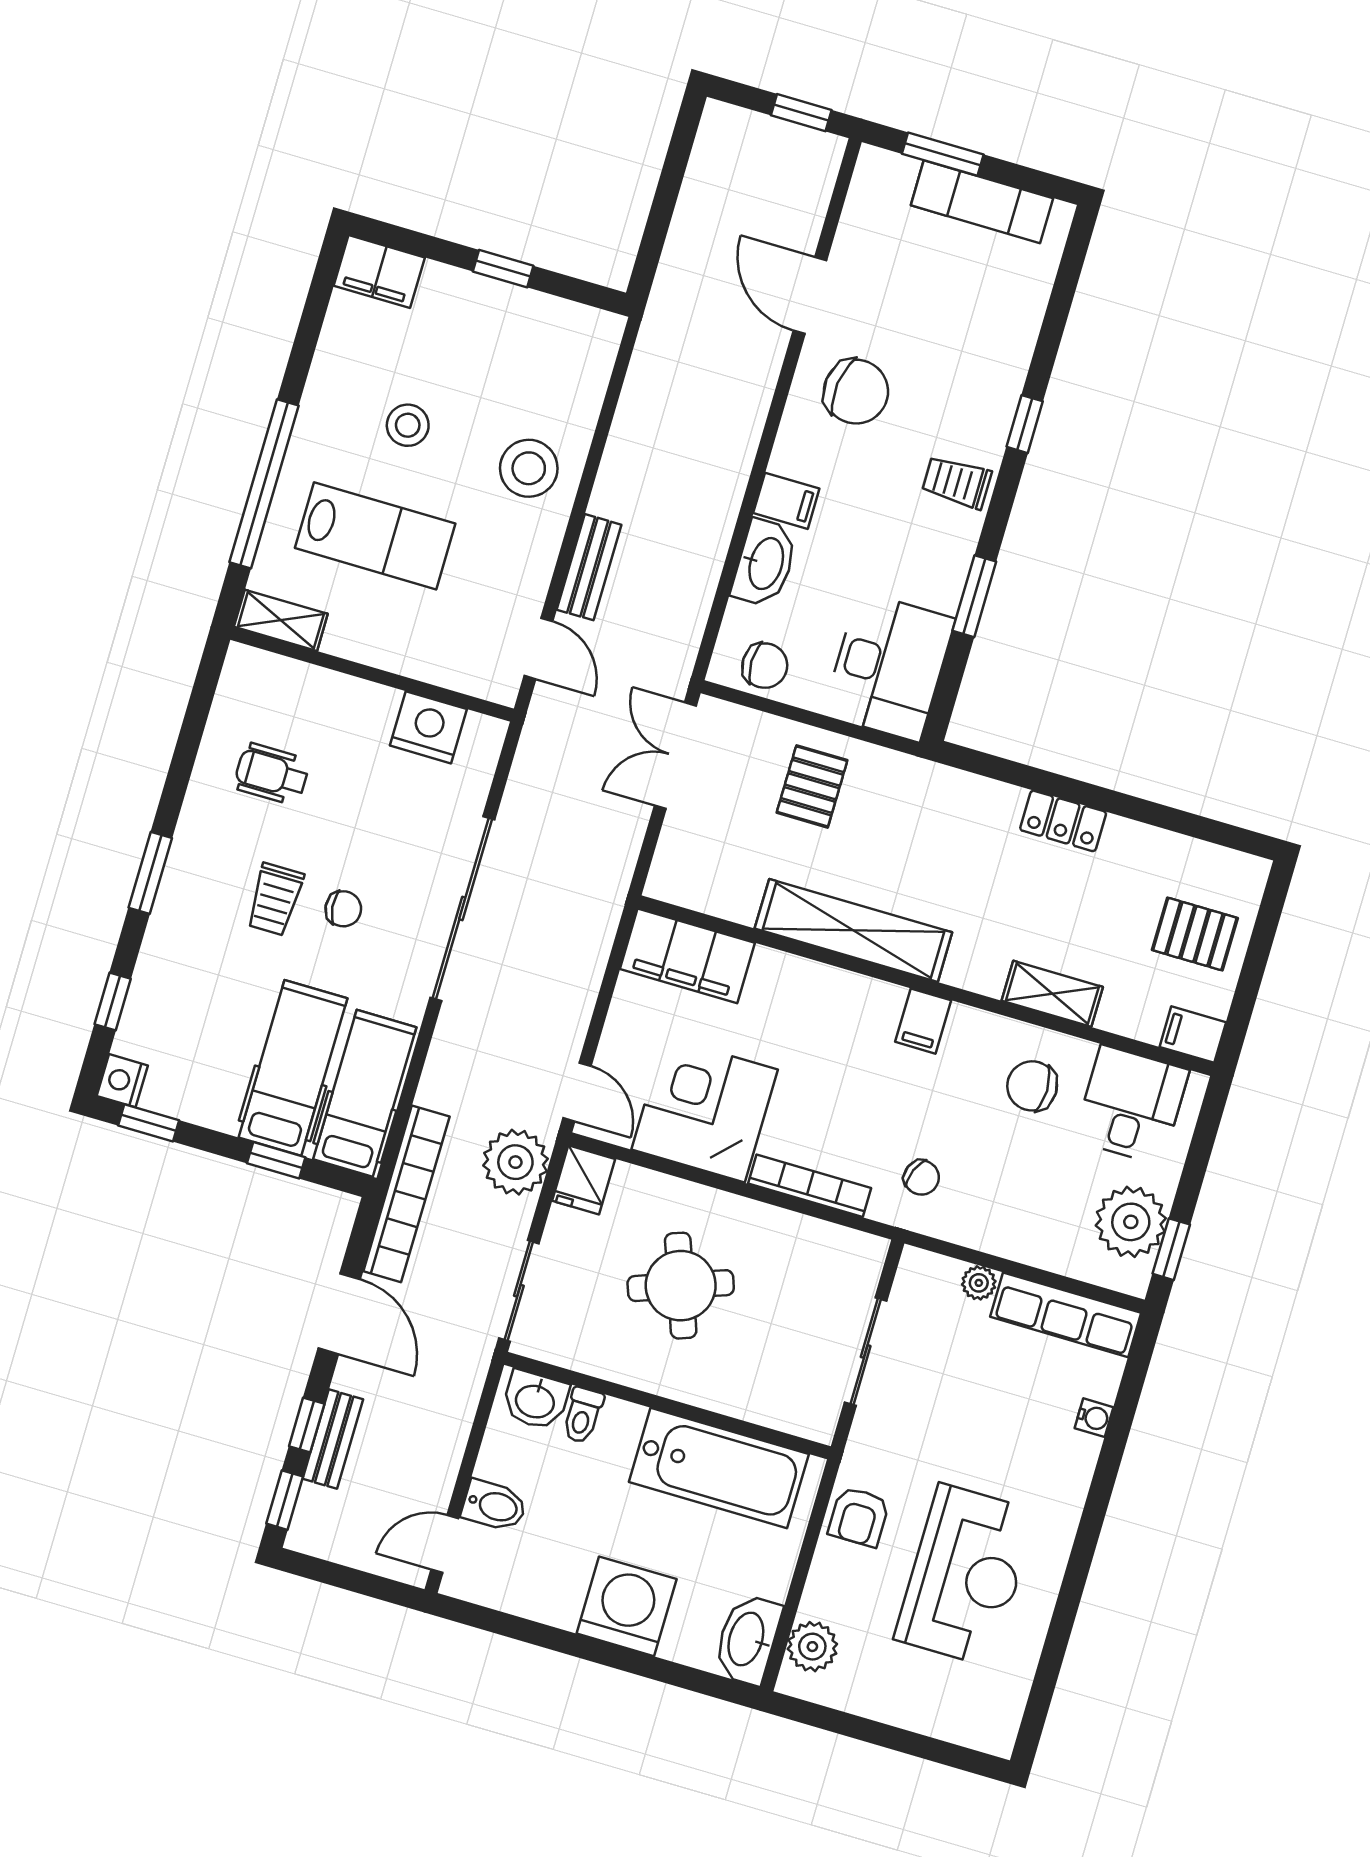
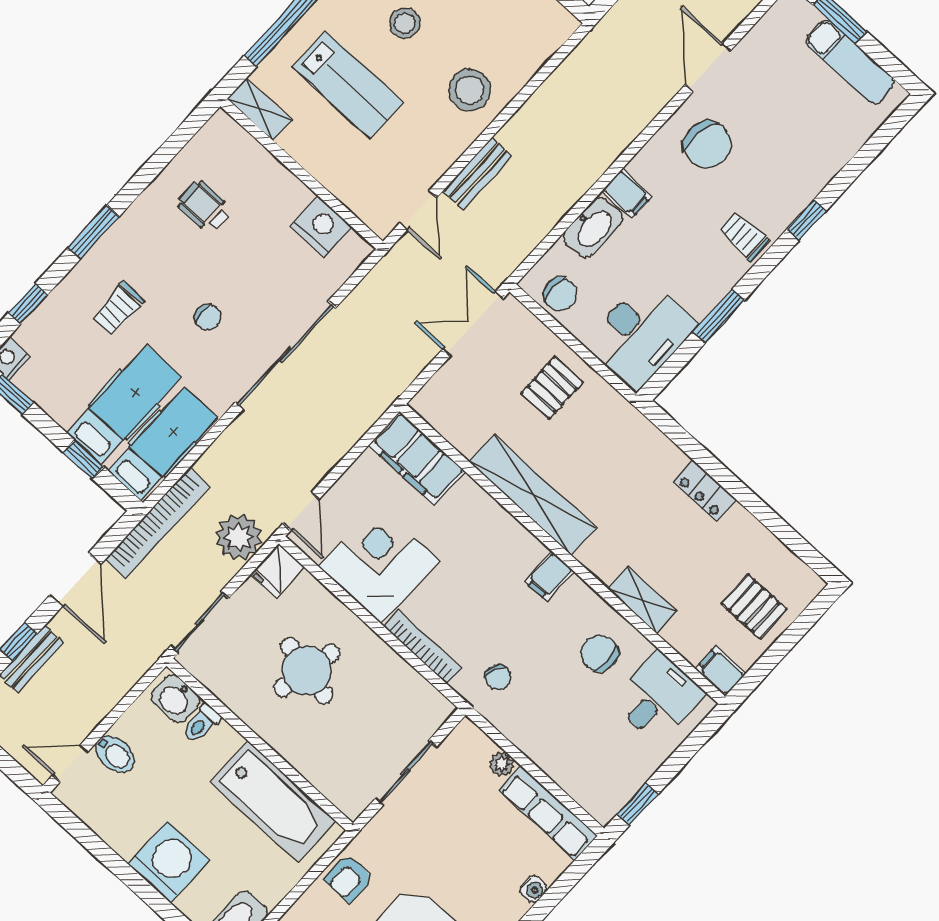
trolley: (275, 899) -> (118, 309), moved
plant: (1131, 1222) -> (620, 773), removed
round table: (681, 1286) -> (307, 671), turned 32

